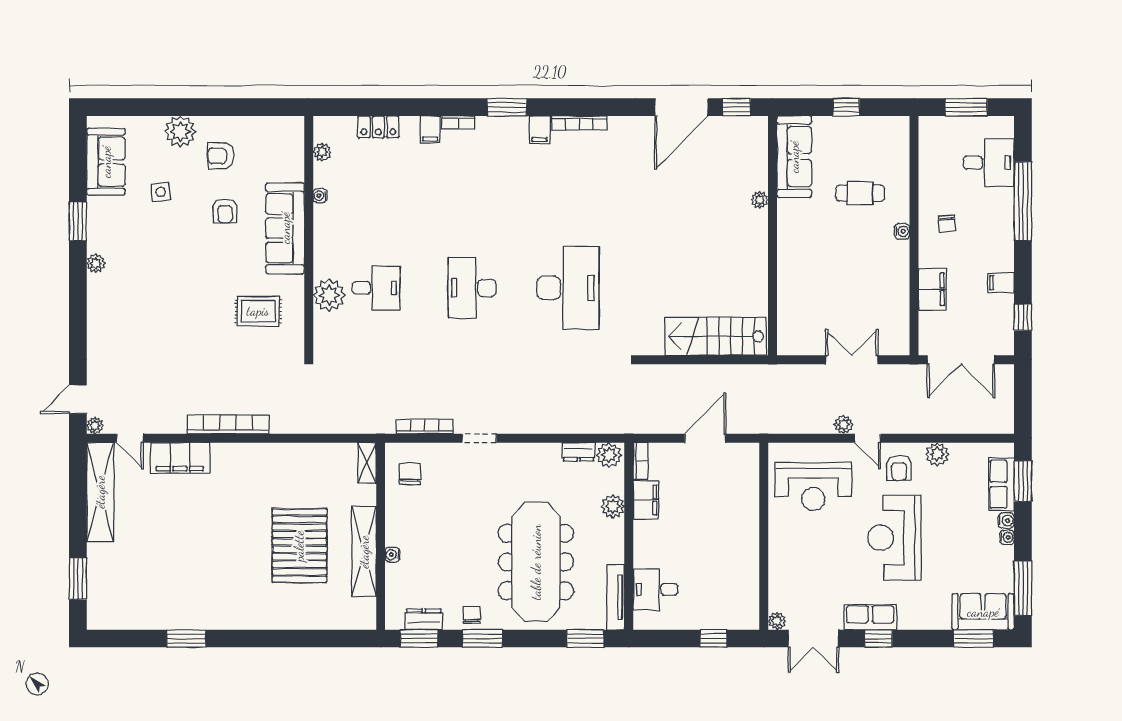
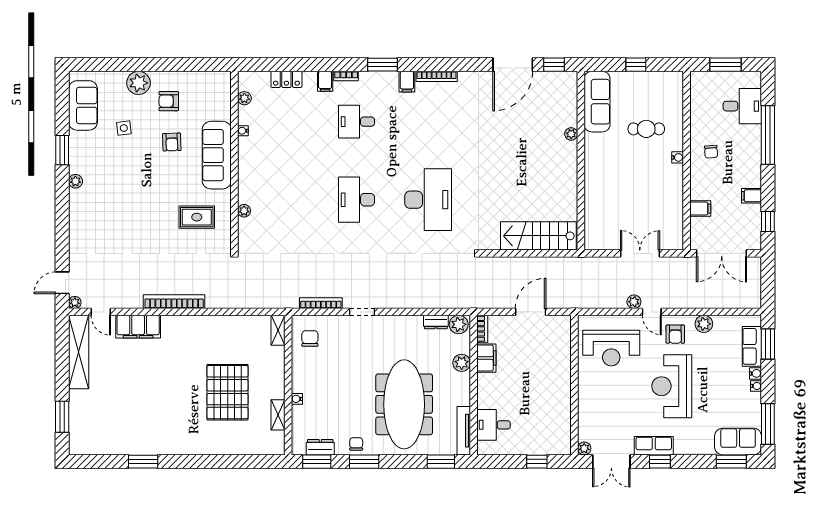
desk: (376, 288) -> (356, 122), moved, turned 180
filing cabinet: (932, 289) -> (700, 209), width x0.50
plant: (329, 295) -> (244, 211), width x0.53, depth x0.53
shelving: (364, 552) -> (278, 415), width x0.45, depth x0.75

